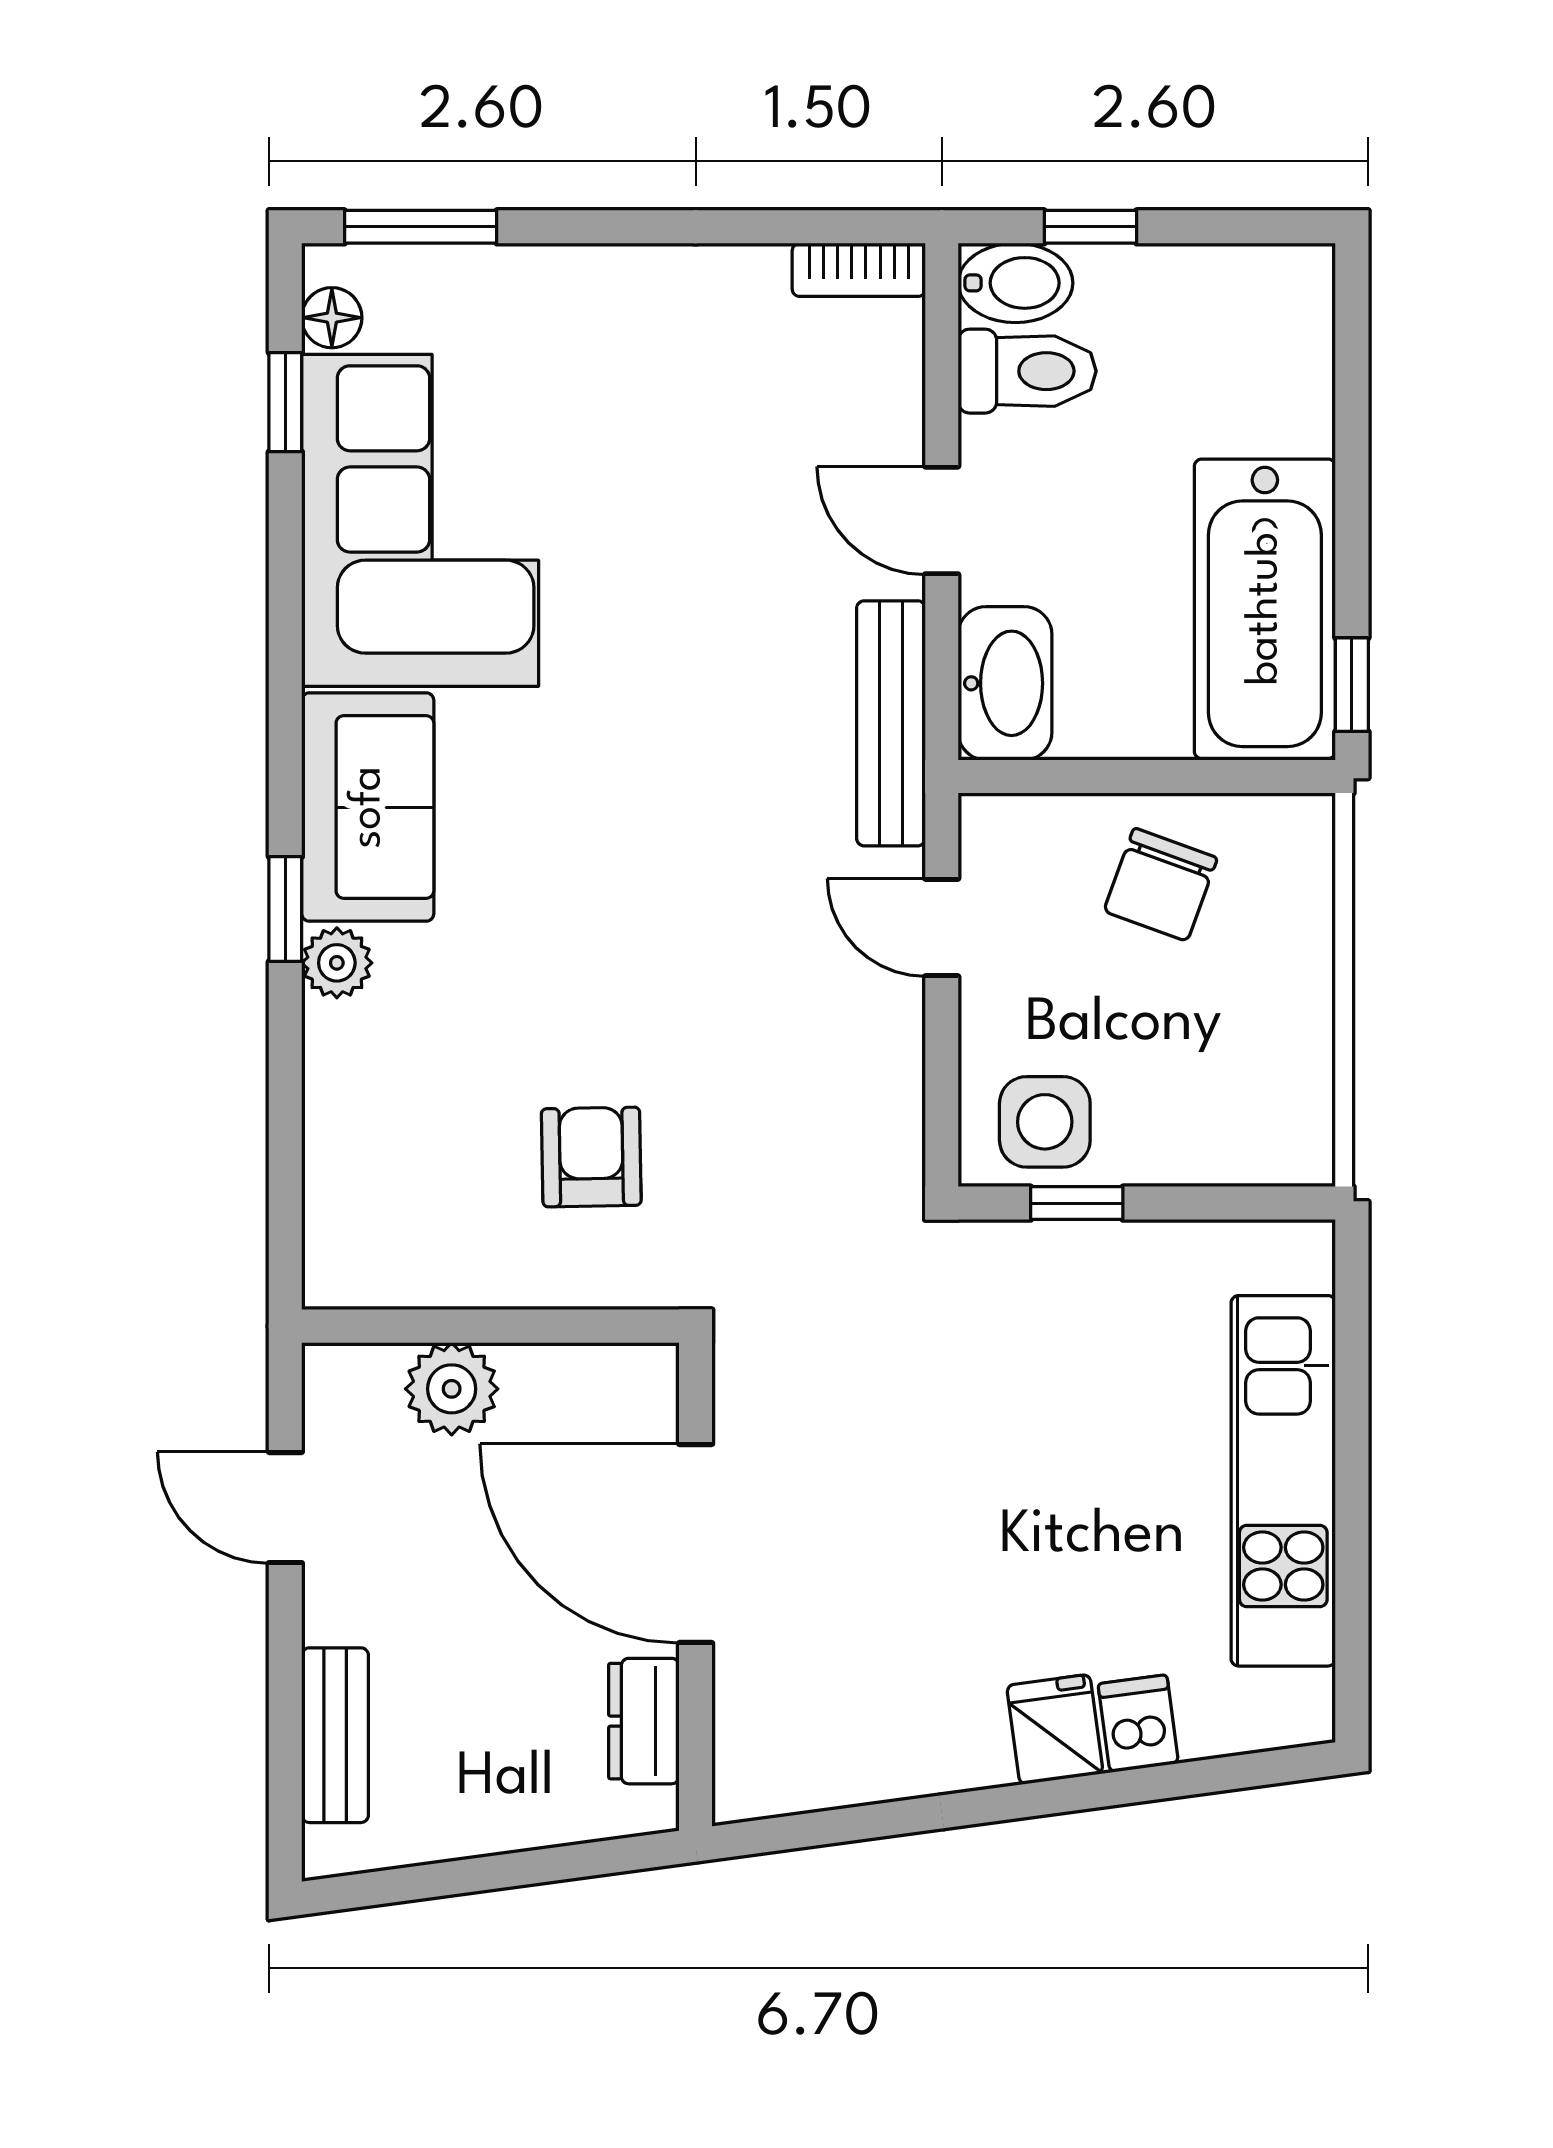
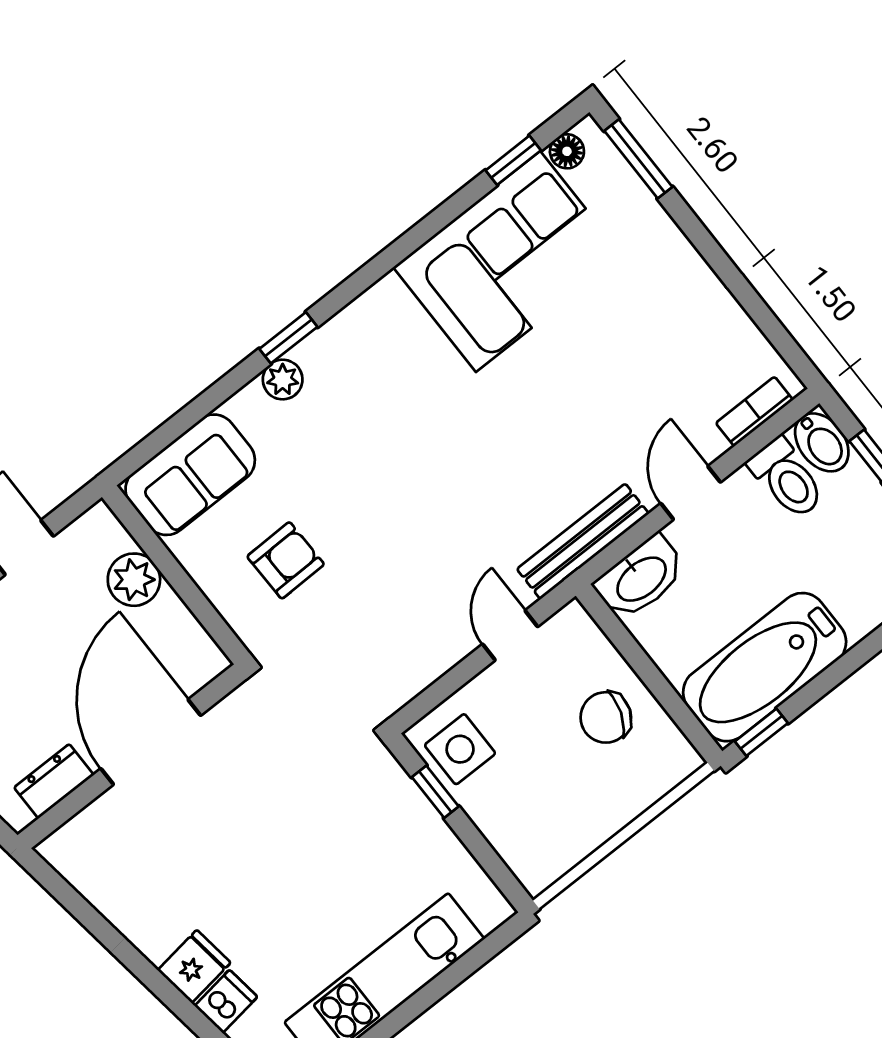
bookcase: (859, 270) -> (754, 411), moved, turned 90
sofa: (368, 807) -> (190, 475), moved

